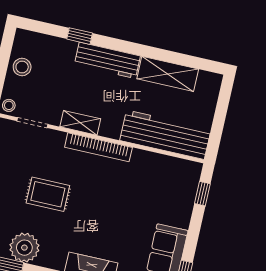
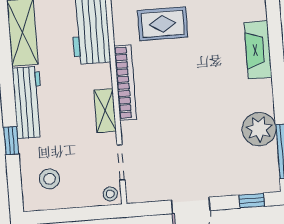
stool: (22, 67) -> (49, 179), moved
rug: (48, 194) -> (163, 24), moved, turned 90

